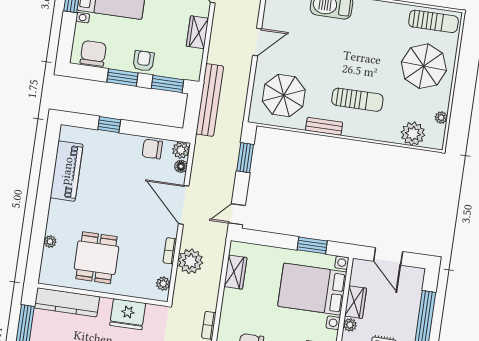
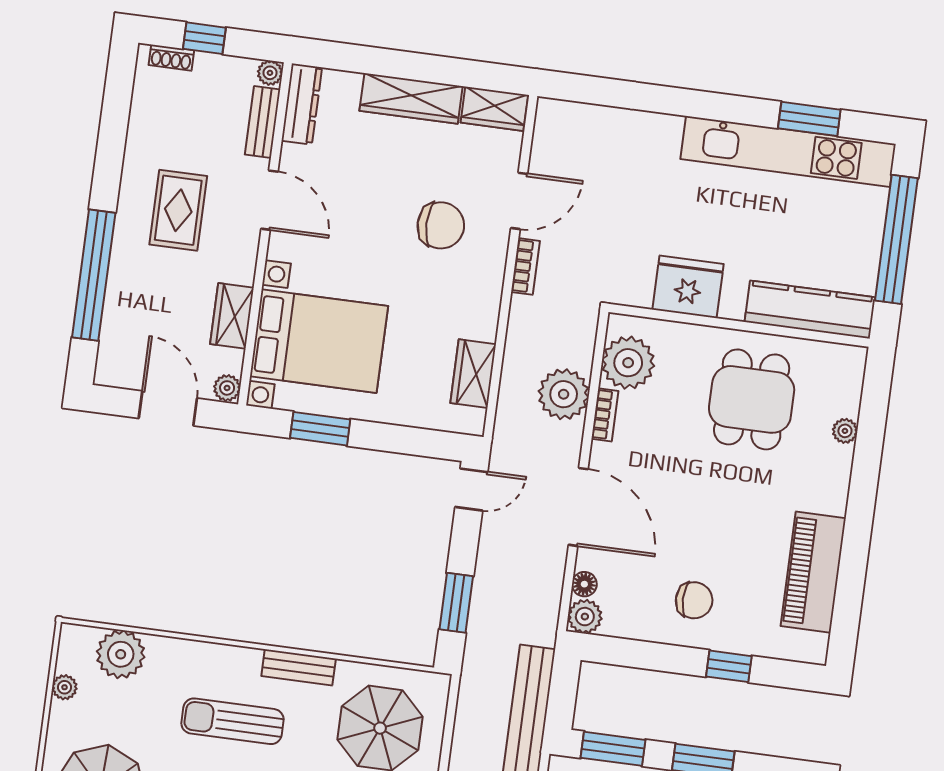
chair: (152, 149) -> (694, 600), moved
plant: (163, 284) -> (628, 363), width x1.87, depth x1.87
plant: (350, 325) -> (227, 388), moved

